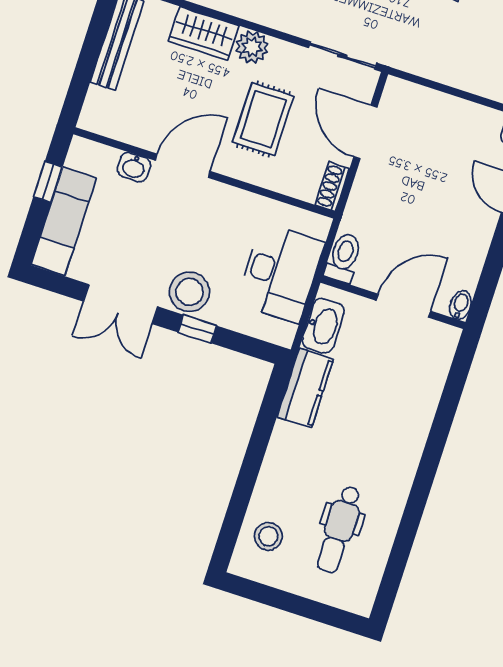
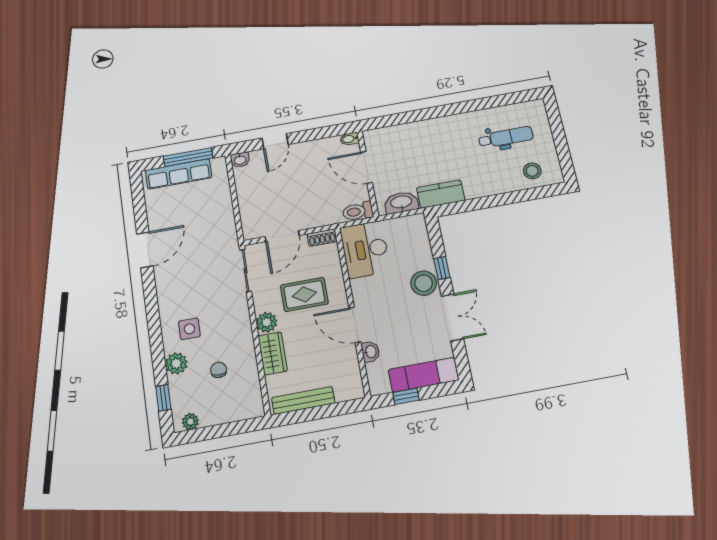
desk: (280, 273) -> (365, 250), moved, turned -90

